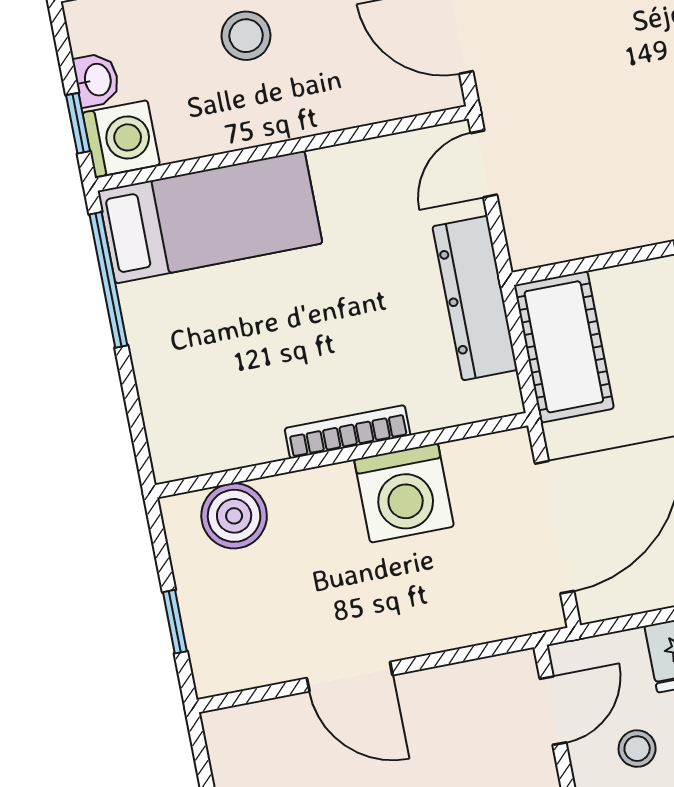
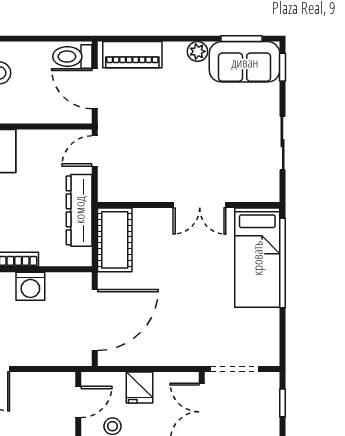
washing machine: (404, 493) -> (30, 286), width x0.73, depth x0.73

